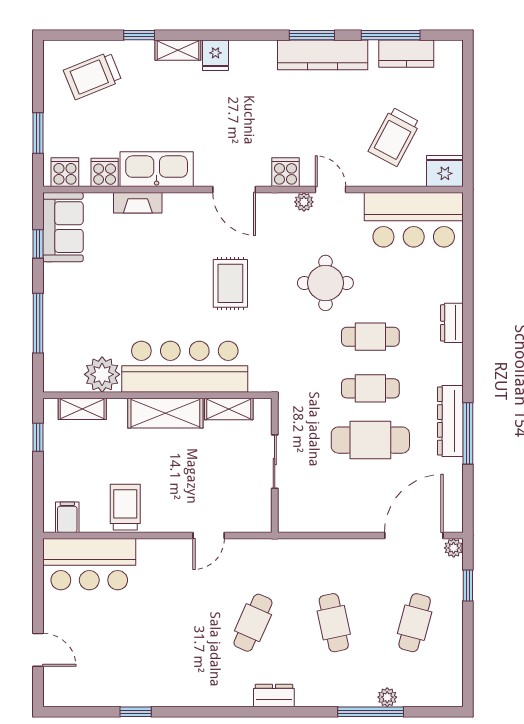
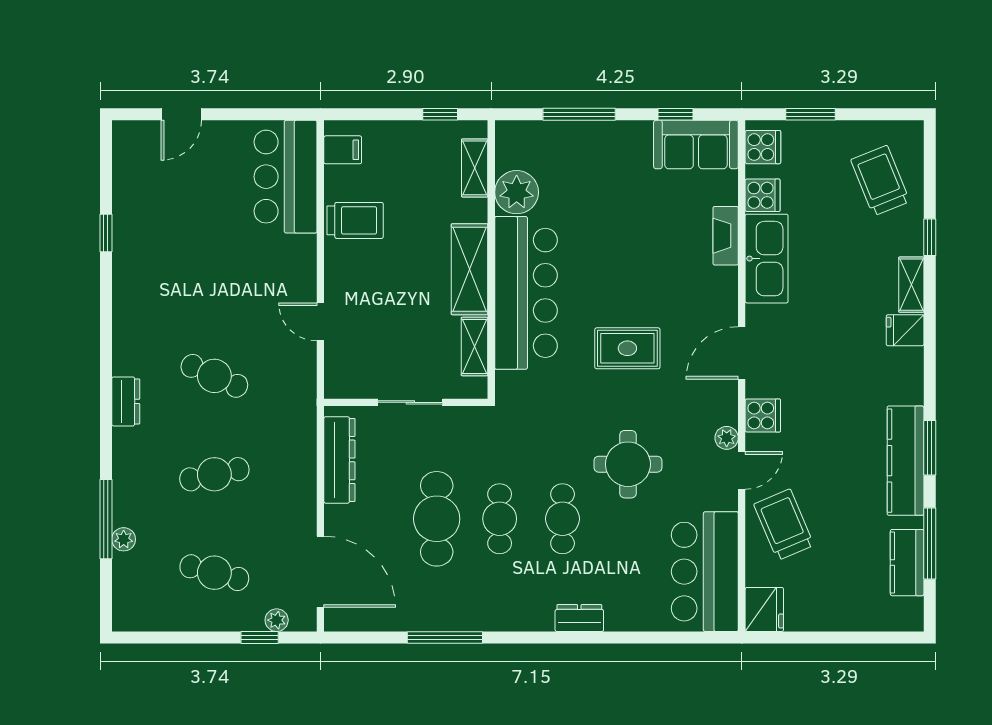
trolley: (394, 137) -> (784, 525), moved, turned 39
dresser: (450, 421) -> (339, 460), moved, turned 90
plant: (454, 548) -> (277, 620), moved

